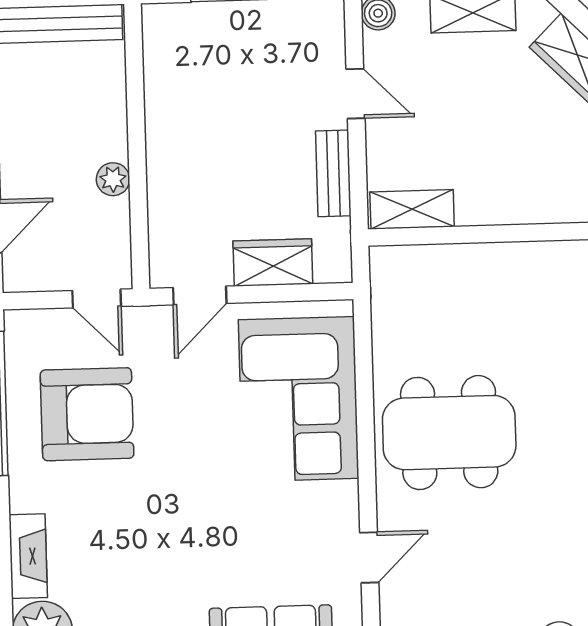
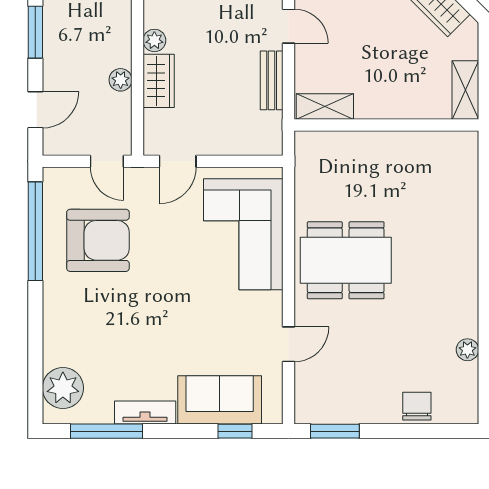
plant: (161, 120) -> (154, 40), added
wardrobe: (273, 262) -> (159, 81), moved, turned 90
fireplace: (28, 556) -> (55, 336), removed

